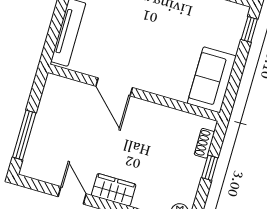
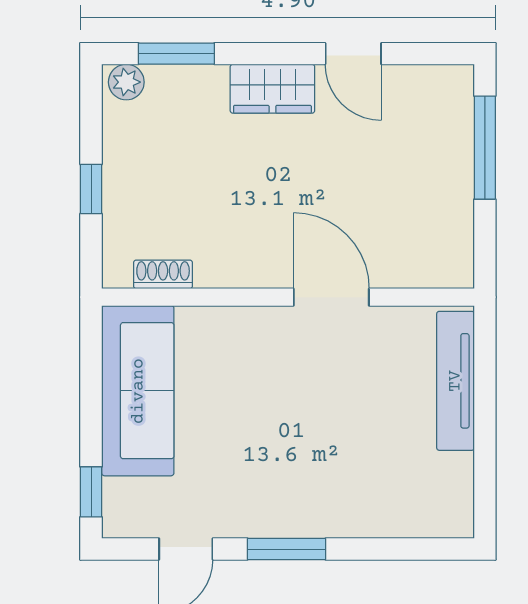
sofa: (212, 80) -> (138, 391), width x1.36
shoe rack: (204, 143) -> (163, 274), moved, turned -90

